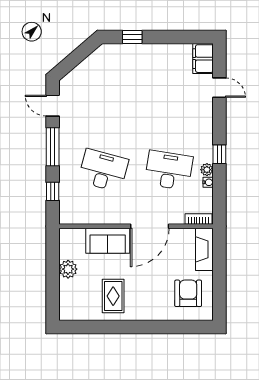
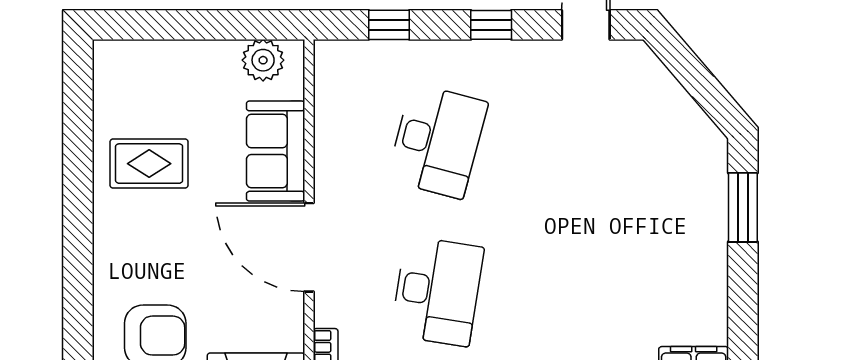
window: (132, 37) -> (743, 207), width x1.50
window: (53, 147) -> (491, 25), width x0.46
plant: (68, 269) -> (263, 60), moved

